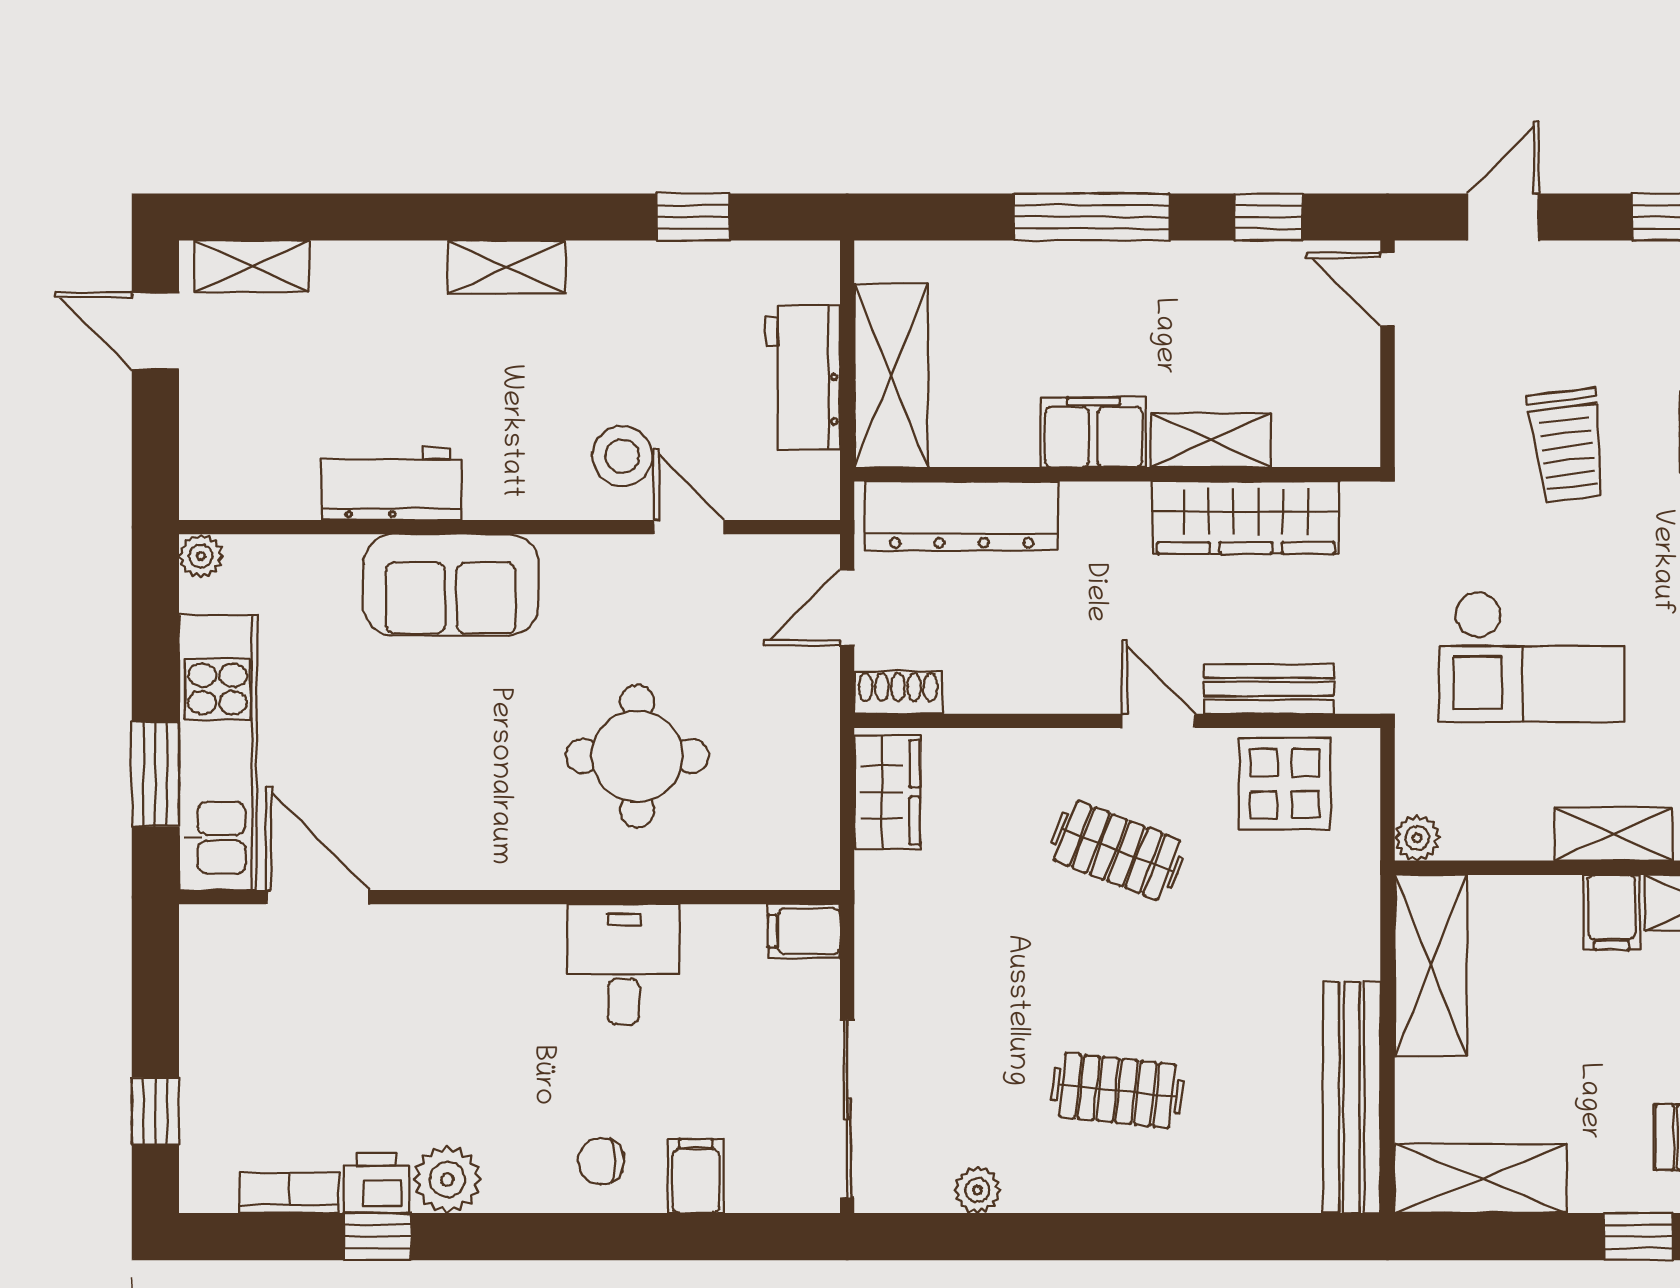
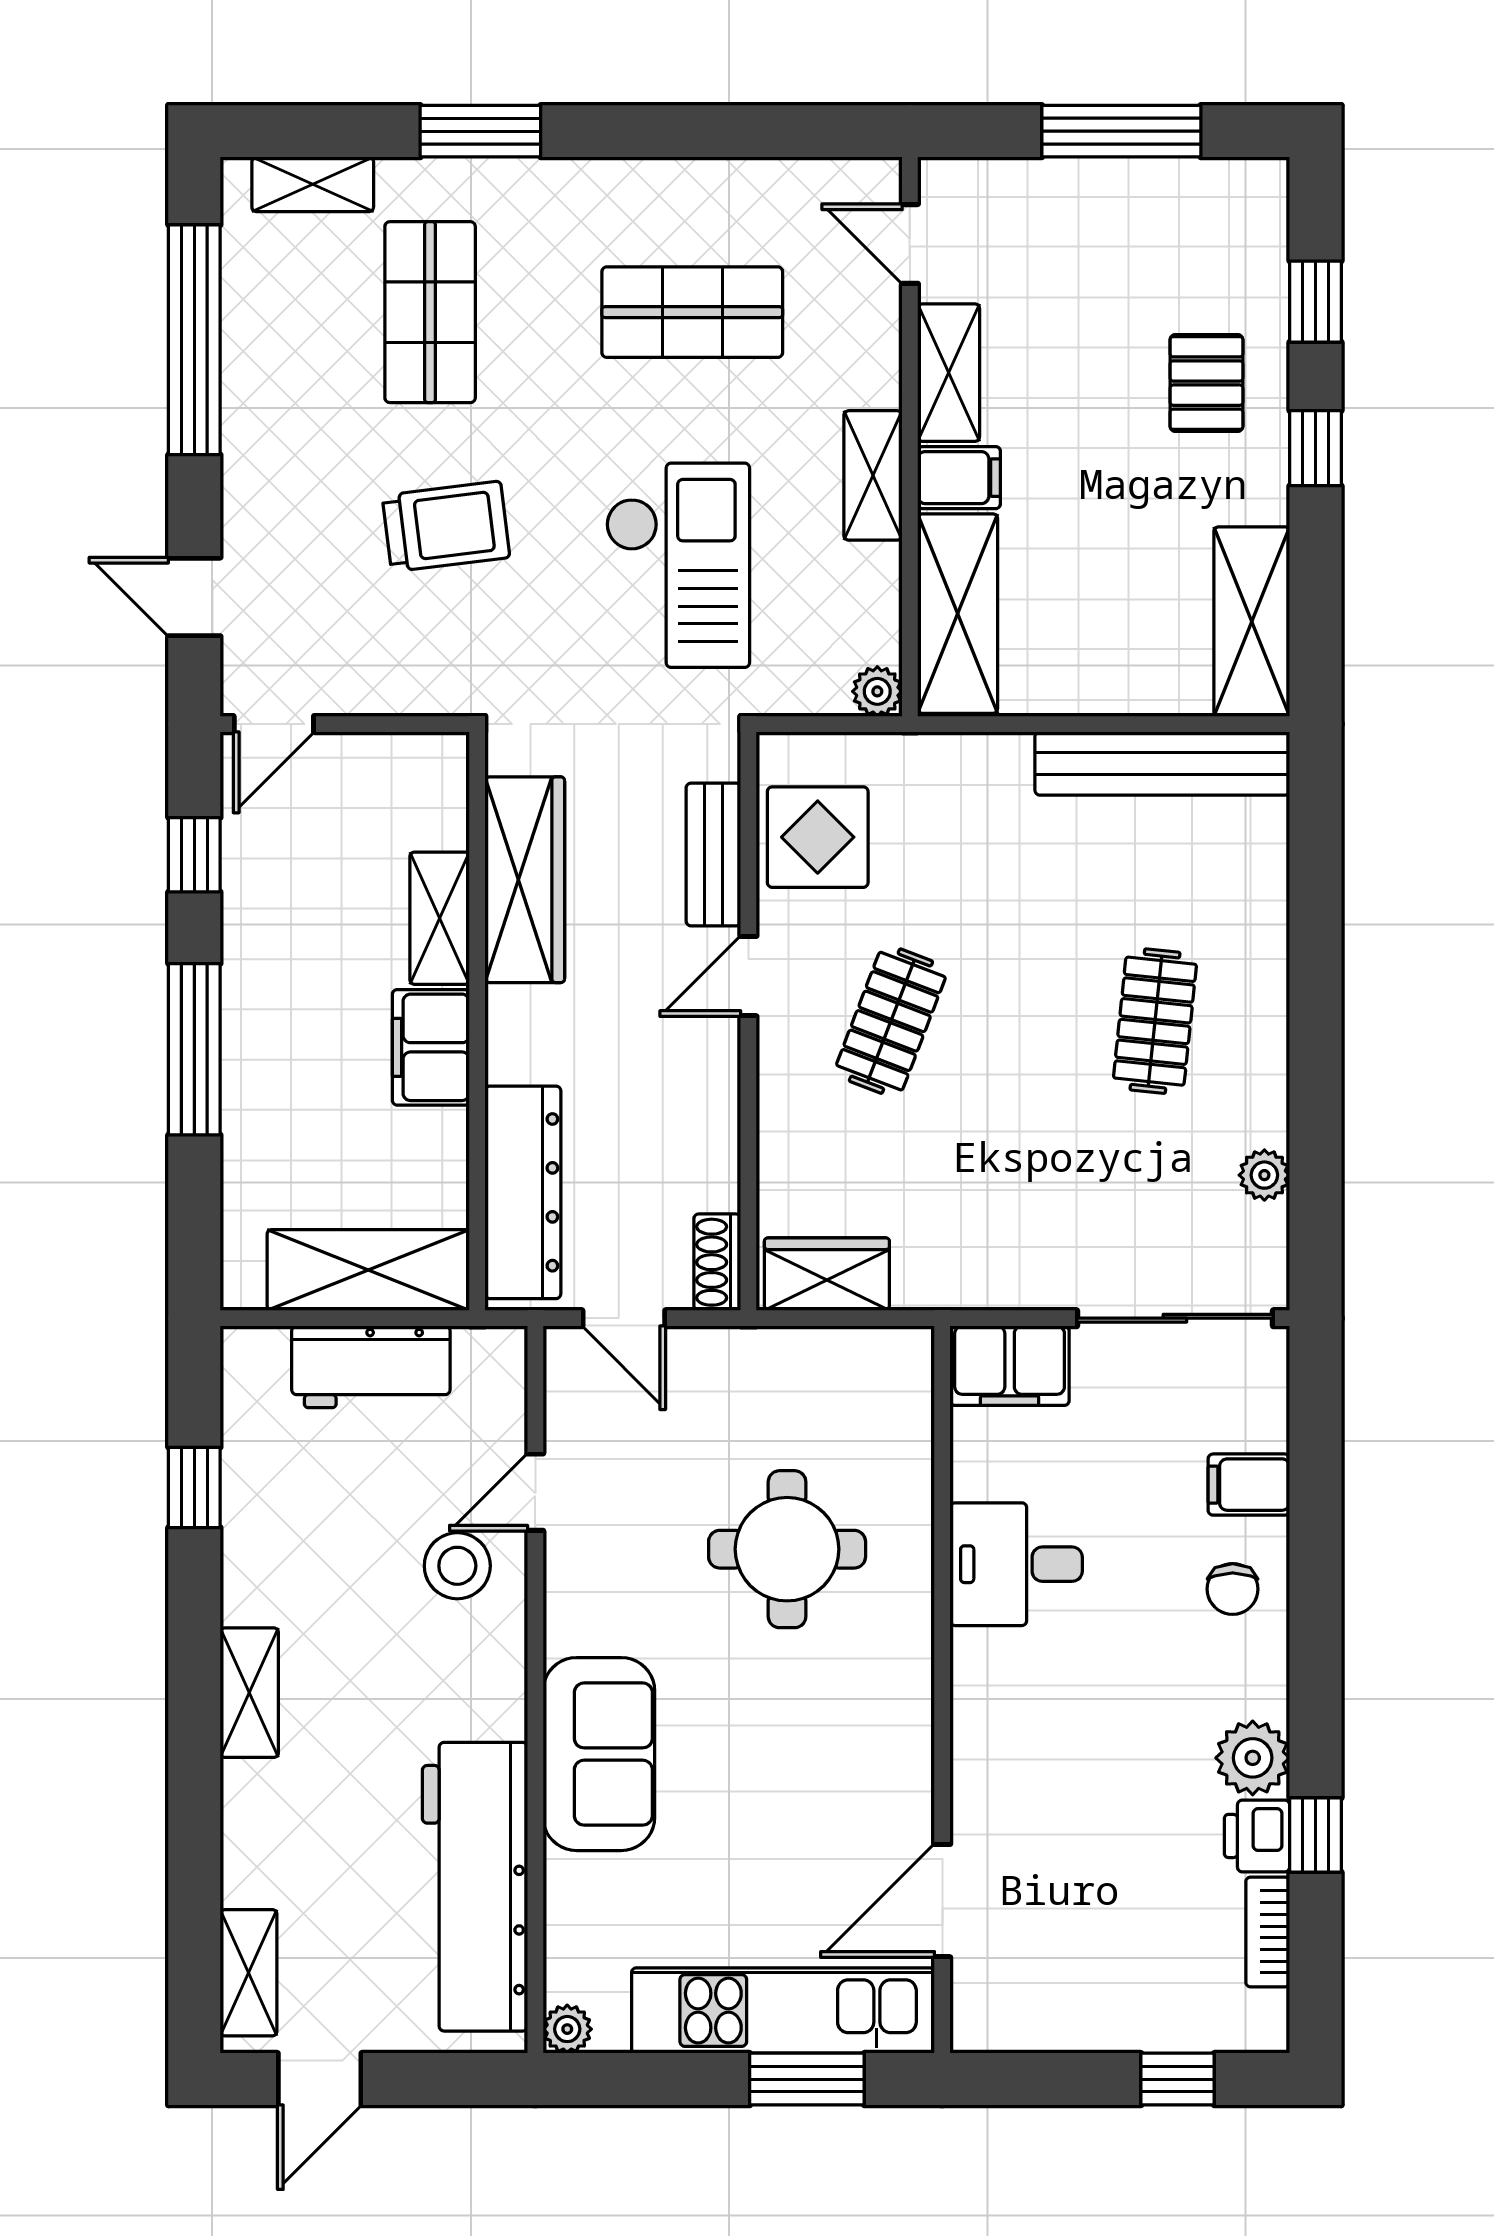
workbench: (391, 484) -> (475, 1887), width x1.88, depth x1.32
filing cabinet: (804, 931) -> (1010, 1366), width x2.00
shelving: (1431, 966) -> (958, 614), moved, turned 90

